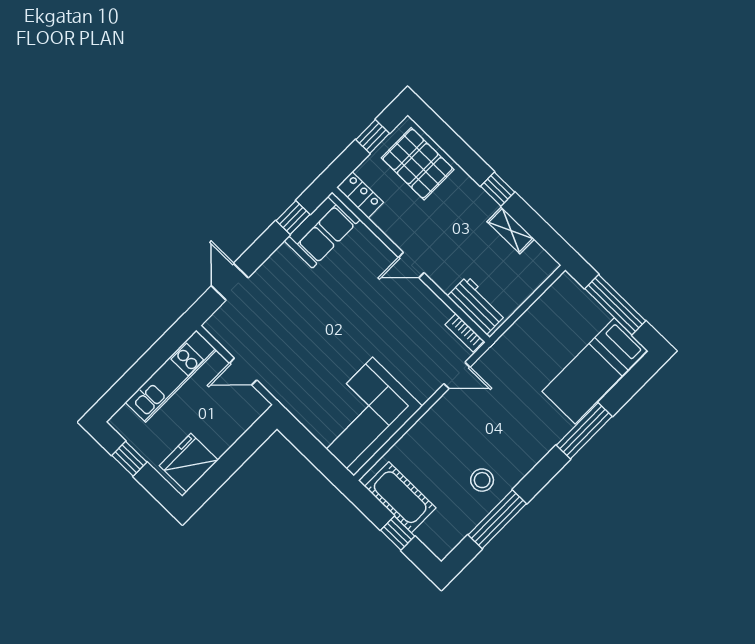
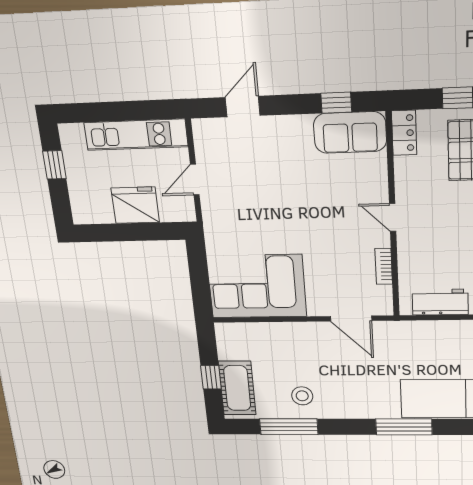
workbench: (477, 305) -> (440, 302), moved, turned -90
bookcase: (465, 333) -> (384, 266), moved
door: (243, 372) -> (195, 180), hinge flipped
door: (457, 375) -> (351, 319), width x1.38
fridge: (189, 463) -> (135, 205), moved
cot: (400, 497) -> (237, 388), moved

